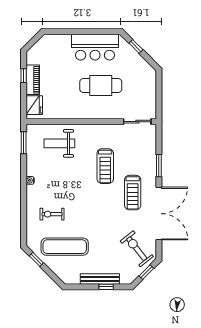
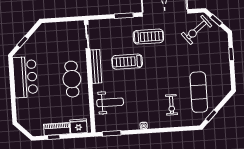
cafe table: (101, 86) -> (72, 79), moved
weight bench: (59, 143) -> (110, 102), turned -90
treadmill: (105, 166) -> (127, 62), turned 180
bench: (100, 279) -> (96, 66), moved

